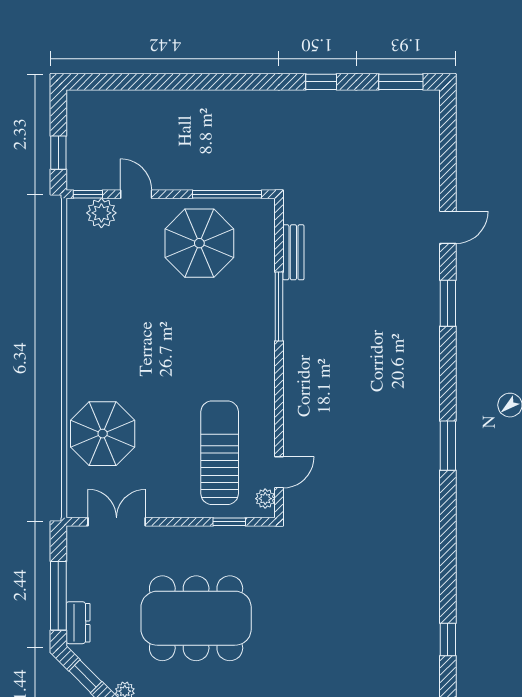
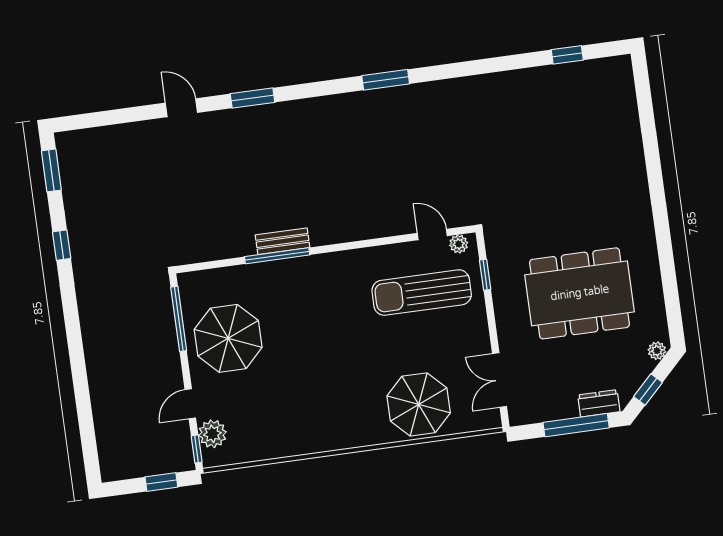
bench: (293, 252) -> (282, 241), moved
dining table: (196, 618) -> (580, 293), turned 90

